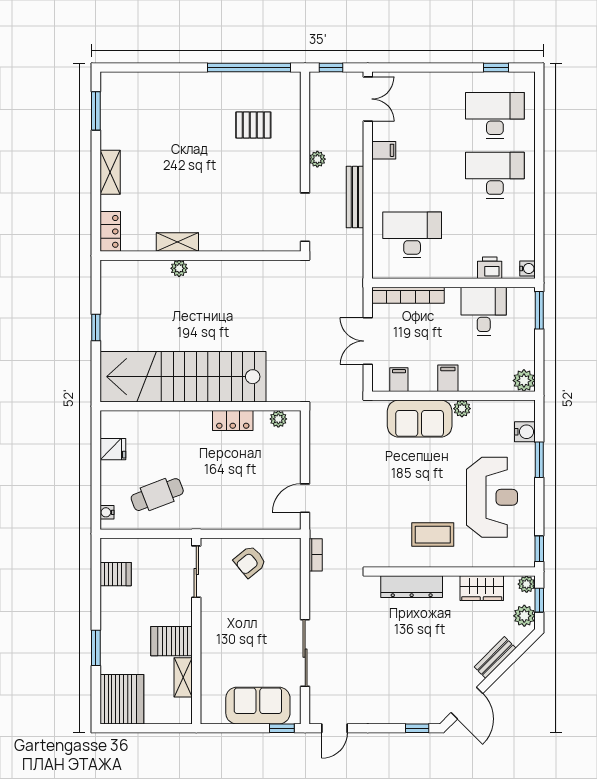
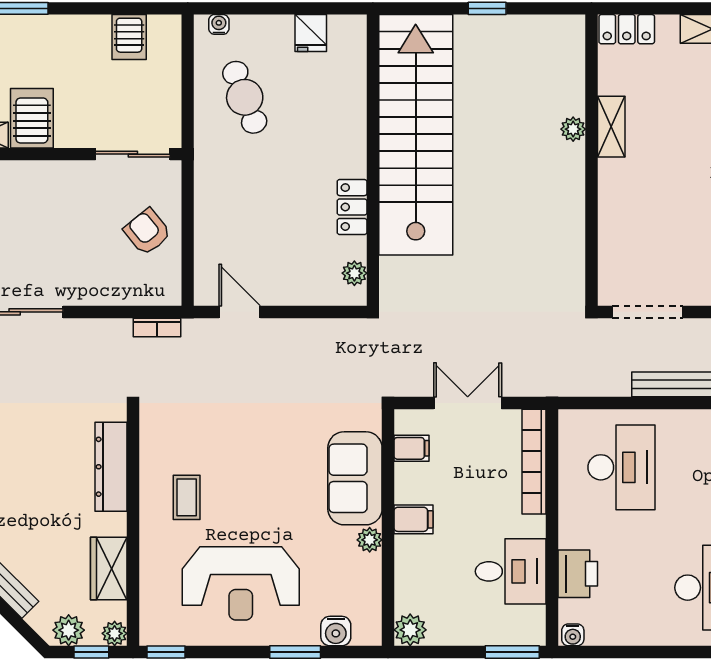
printer: (490, 268) -> (578, 574), width x1.36, depth x1.24
coffee table: (433, 535) -> (187, 497), width x0.73, depth x0.77

